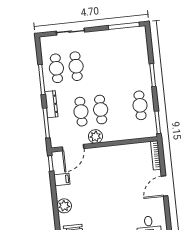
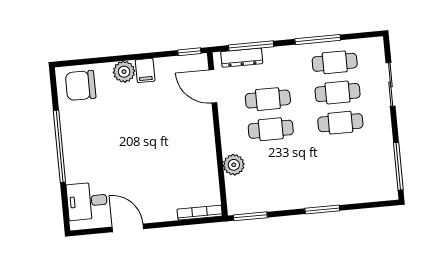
dresser: (51, 104) -> (242, 58), moved
cafe table: (140, 105) -> (340, 123), moved
plant: (95, 136) -> (234, 165), moved
filing cabinet: (62, 179) -> (145, 70), moved
door: (165, 186) -> (128, 228), moved

